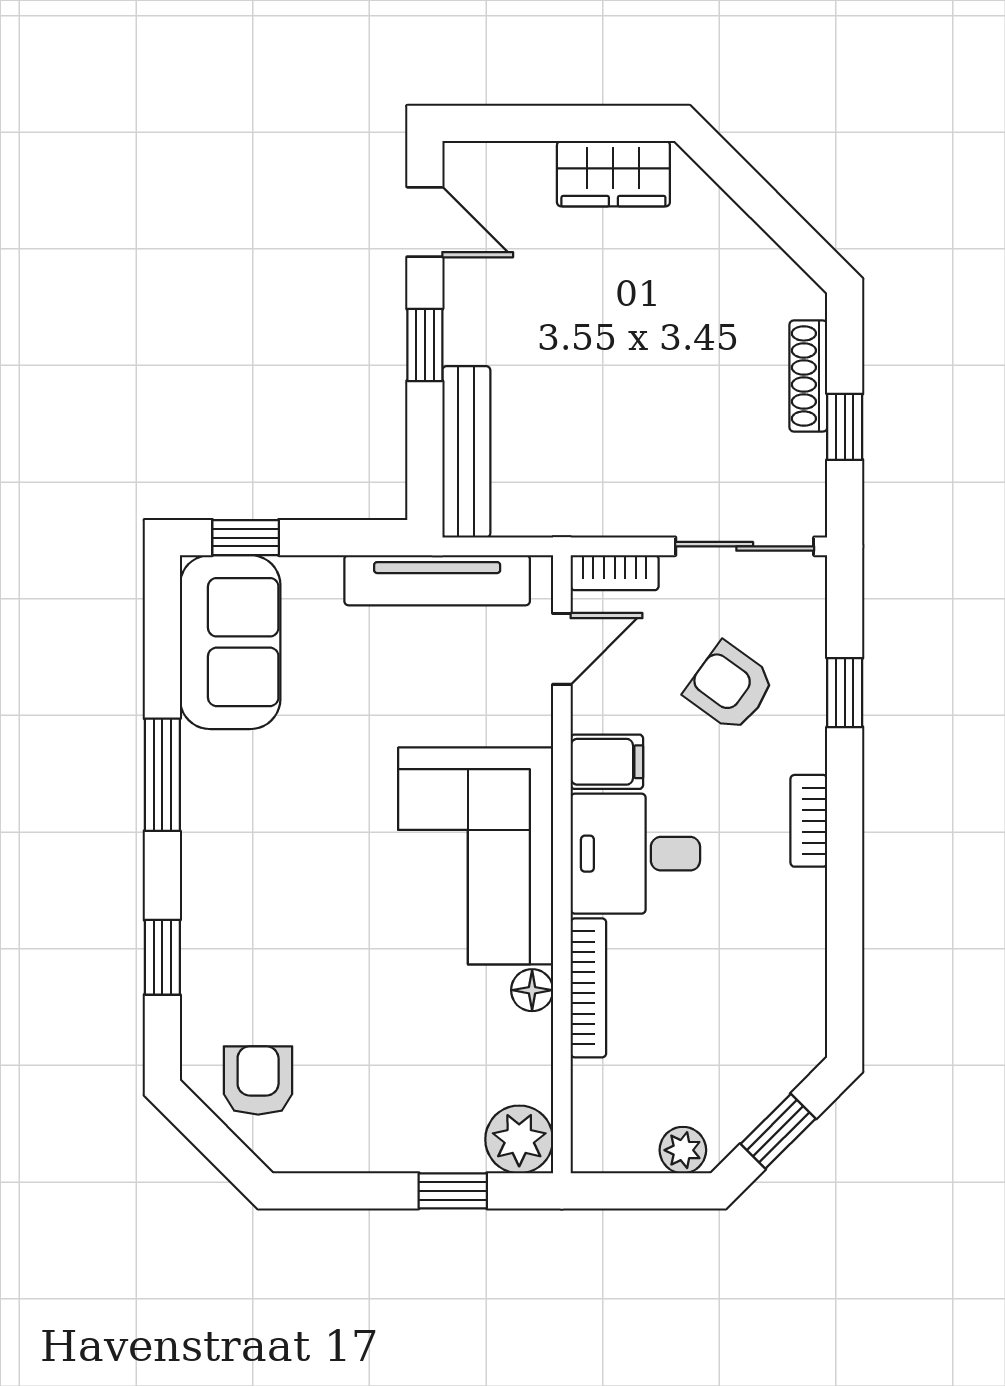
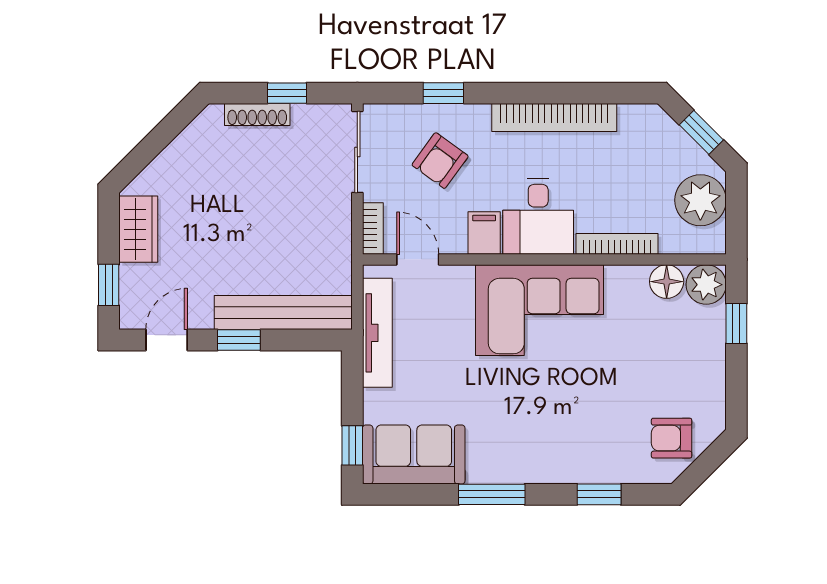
window: (519, 123) -> (109, 285), added
bench: (466, 452) -> (283, 313), width x1.37, depth x1.21
bookcase: (809, 821) -> (554, 118), width x2.31, depth x1.31
floor lamp: (532, 990) -> (667, 282), moved, width x1.37, depth x1.37
plant: (683, 1150) -> (700, 200), width x1.88, depth x1.88

